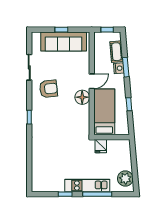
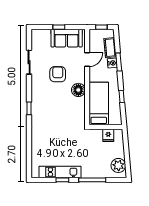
sofa: (64, 41) -> (67, 38), width x0.73
door: (92, 81) -> (87, 60), moved
armchair: (48, 89) -> (58, 74), moved, turned -84
fridge: (101, 146) -> (108, 135), moved
kitchen unit: (87, 186) -> (60, 172), moved

